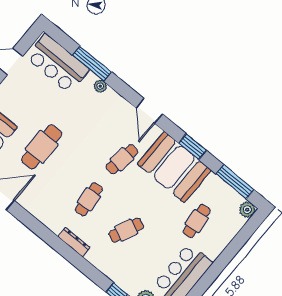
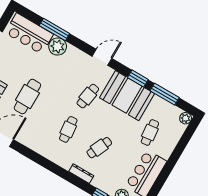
plant: (100, 86) -> (58, 47), width x1.87, depth x1.87
door: (149, 111) -> (102, 57), swing flipped
window: (235, 182) -> (165, 94), moved
dresser: (74, 242) -> (81, 174), moved

